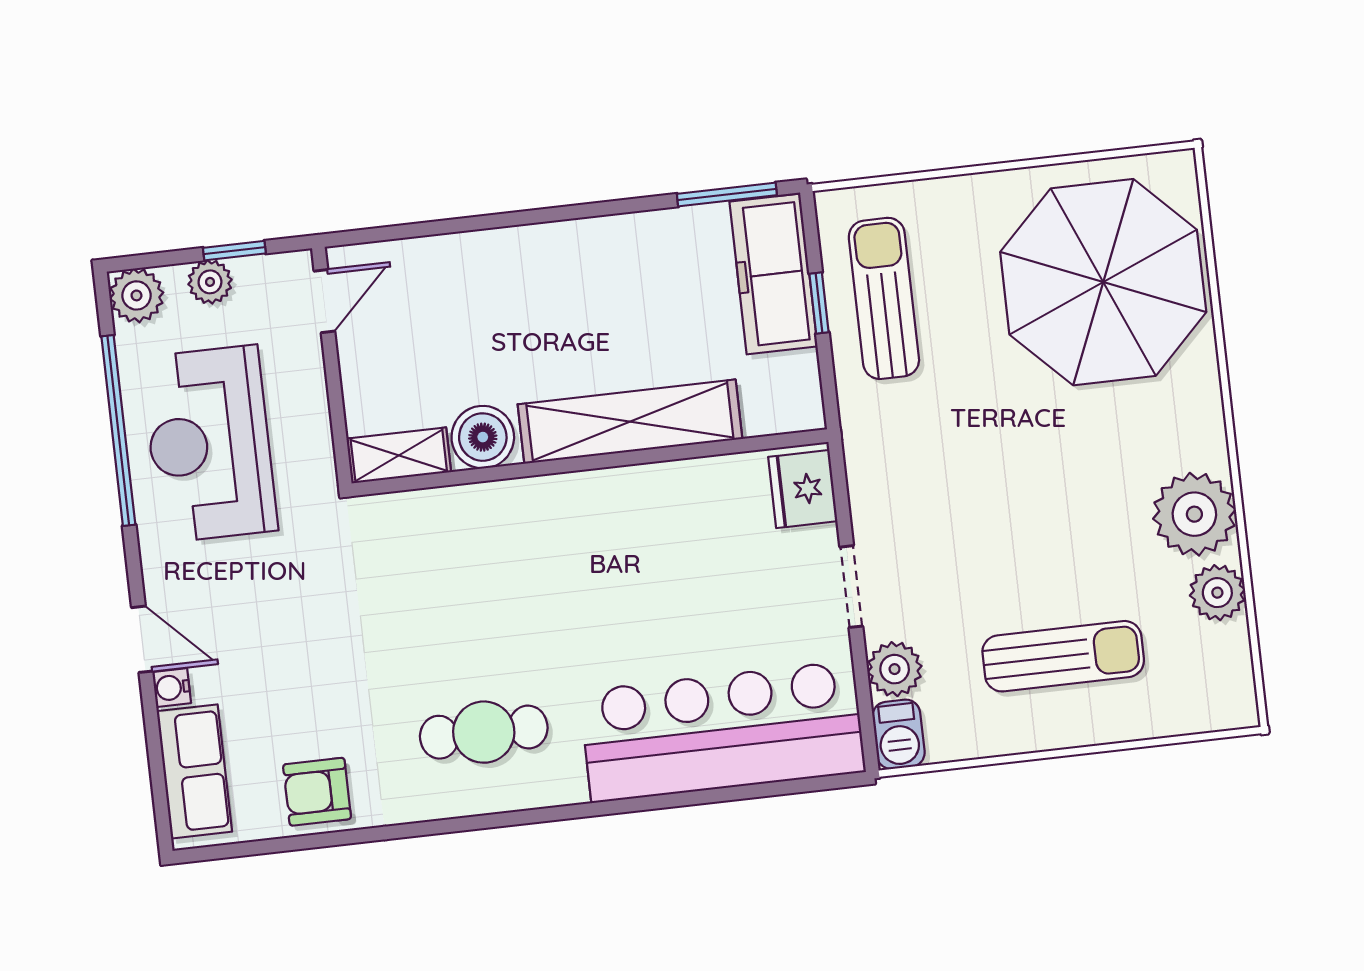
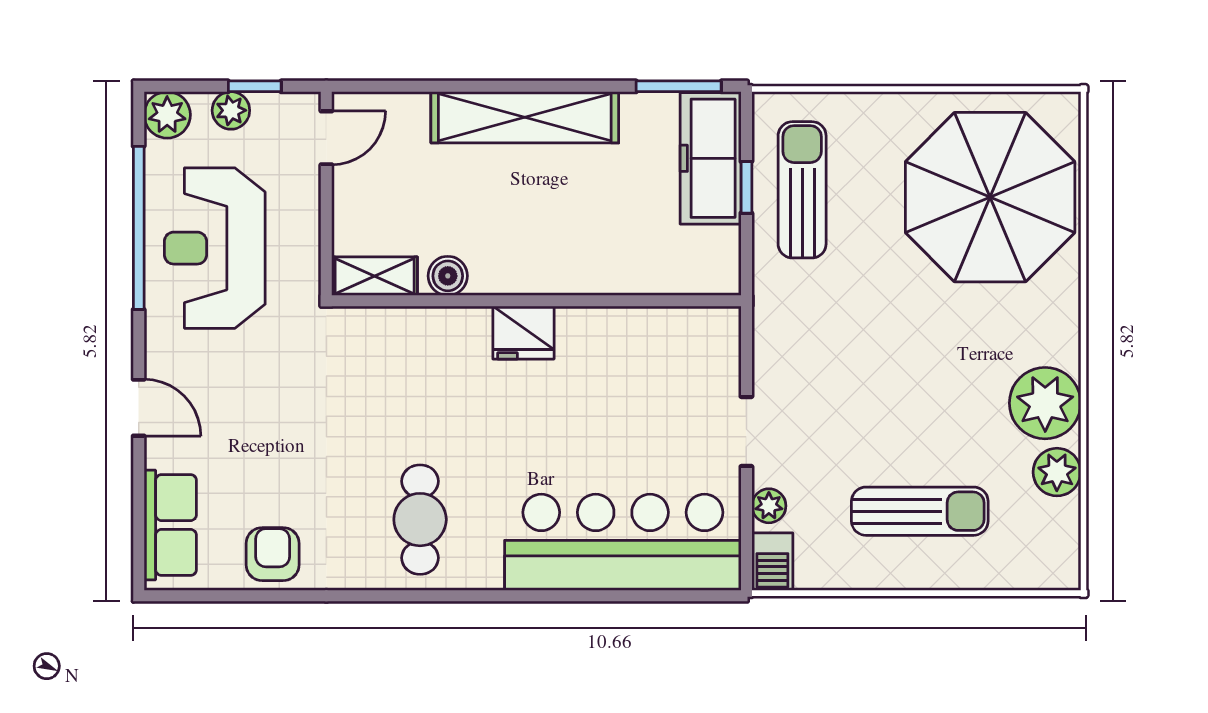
shelving: (630, 422) -> (525, 117), moved
boiler: (483, 437) -> (448, 276), width x0.73, depth x0.73
fridge: (803, 489) -> (523, 333), moved, turned -90
plant: (895, 669) -> (769, 506), width x0.73, depth x0.73
water cooler: (172, 688) -> (159, 452), removed
cafe table: (484, 732) -> (420, 520), turned 90
armchair: (317, 792) -> (273, 554), turned 90

